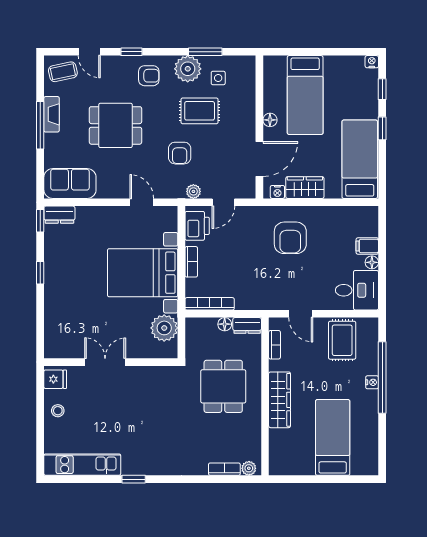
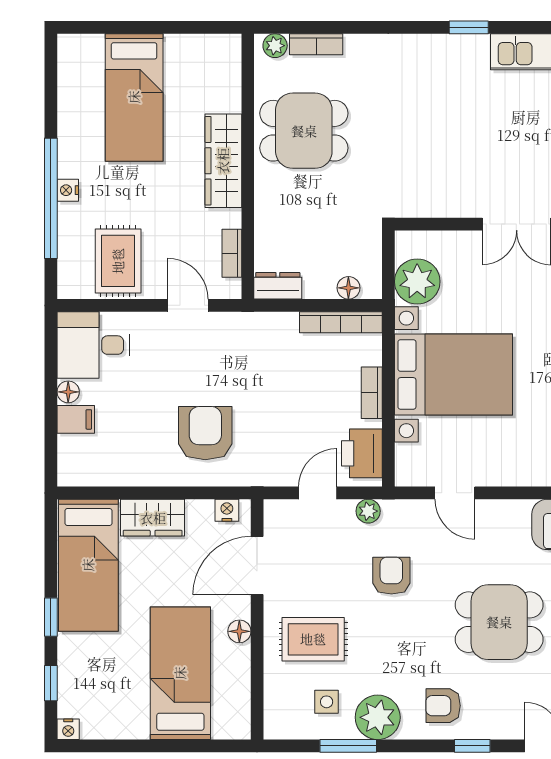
rug: (200, 111) -> (313, 639), moved
wardrobe: (305, 188) -> (153, 518), moved
floor lamp: (225, 324) -> (348, 288), moved
dining table: (223, 386) -> (304, 131), moved, turned 90

